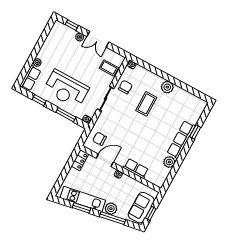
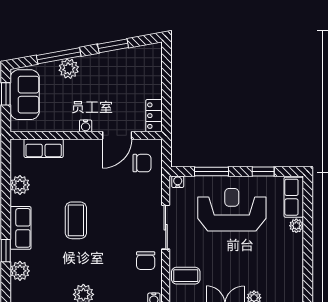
coffee table: (146, 104) -> (76, 220), moved
plant: (194, 117) -> (20, 271), added
row of seats: (181, 140) -> (21, 228), width x0.68
row of seats: (136, 169) -> (44, 148), moved
kitchen unit: (83, 199) -> (118, 60), removed

